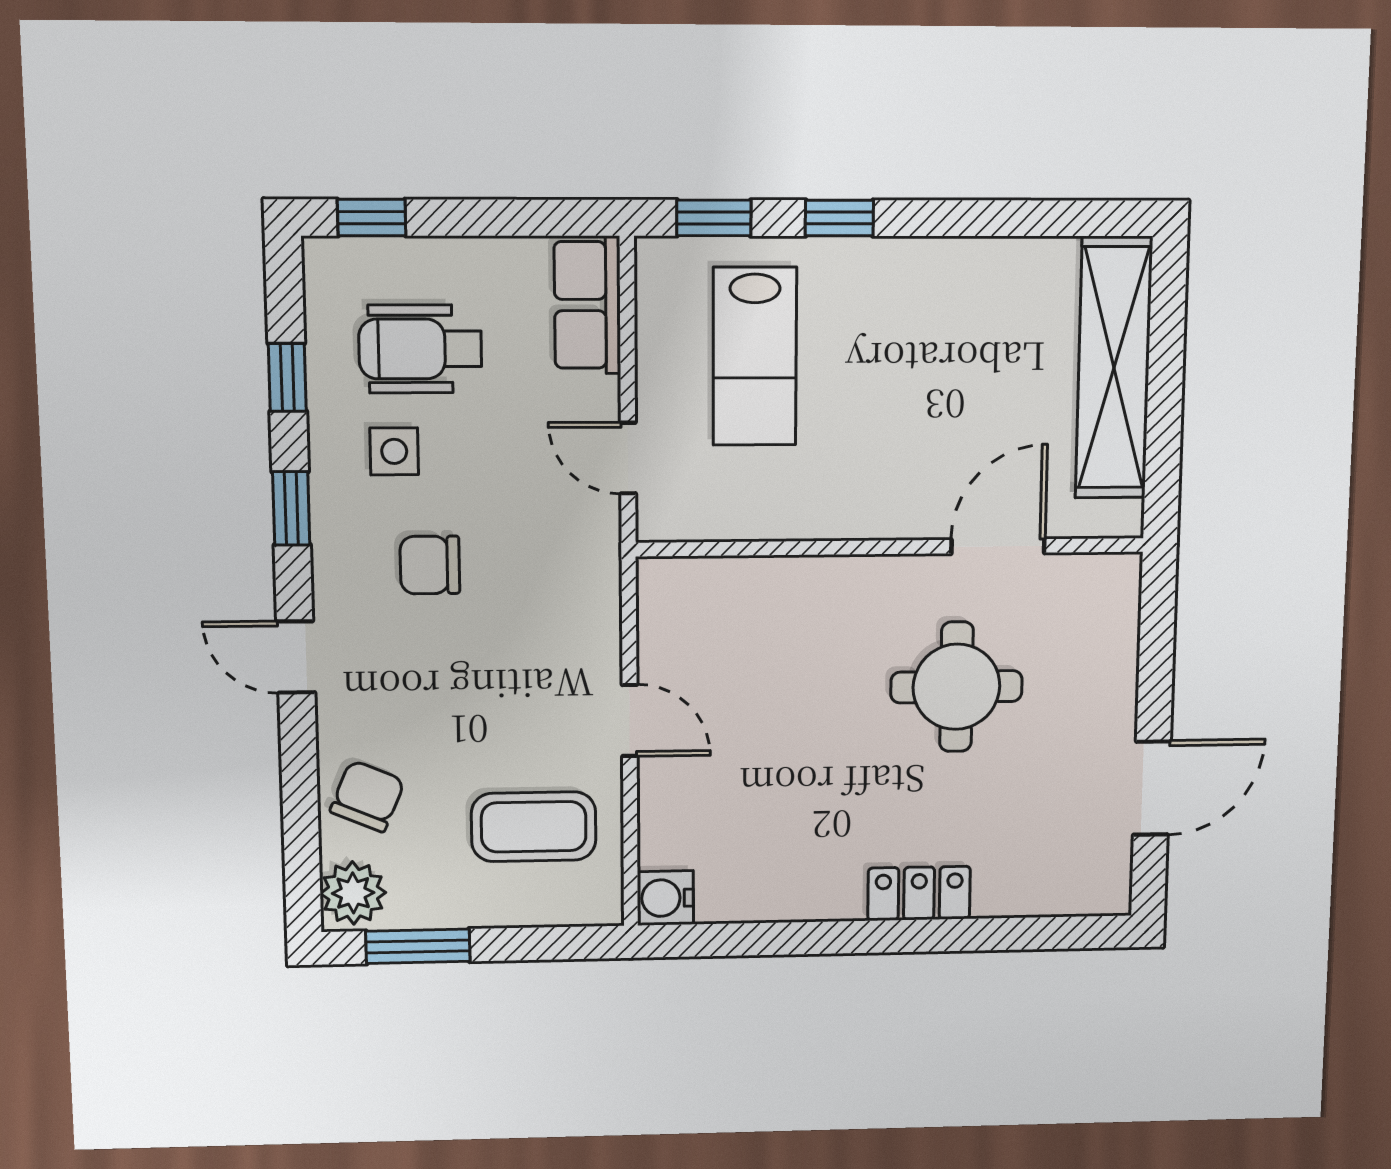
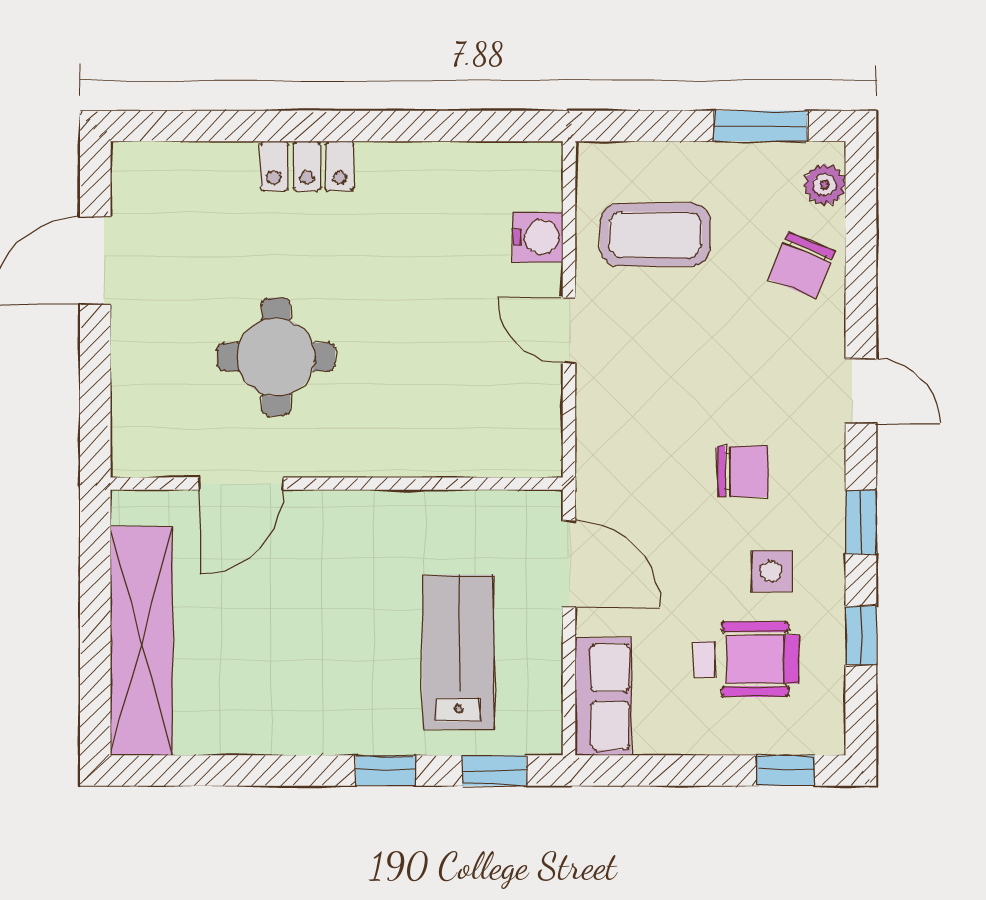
door: (628, 458) -> (569, 564), width x1.38
plant: (353, 893) -> (825, 185), width x0.73, depth x0.73
water cooler: (665, 898) -> (538, 237), moved

